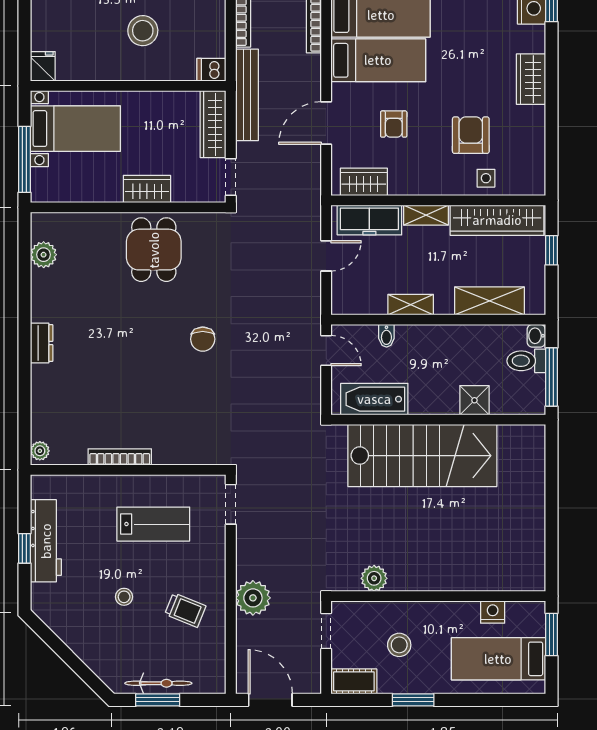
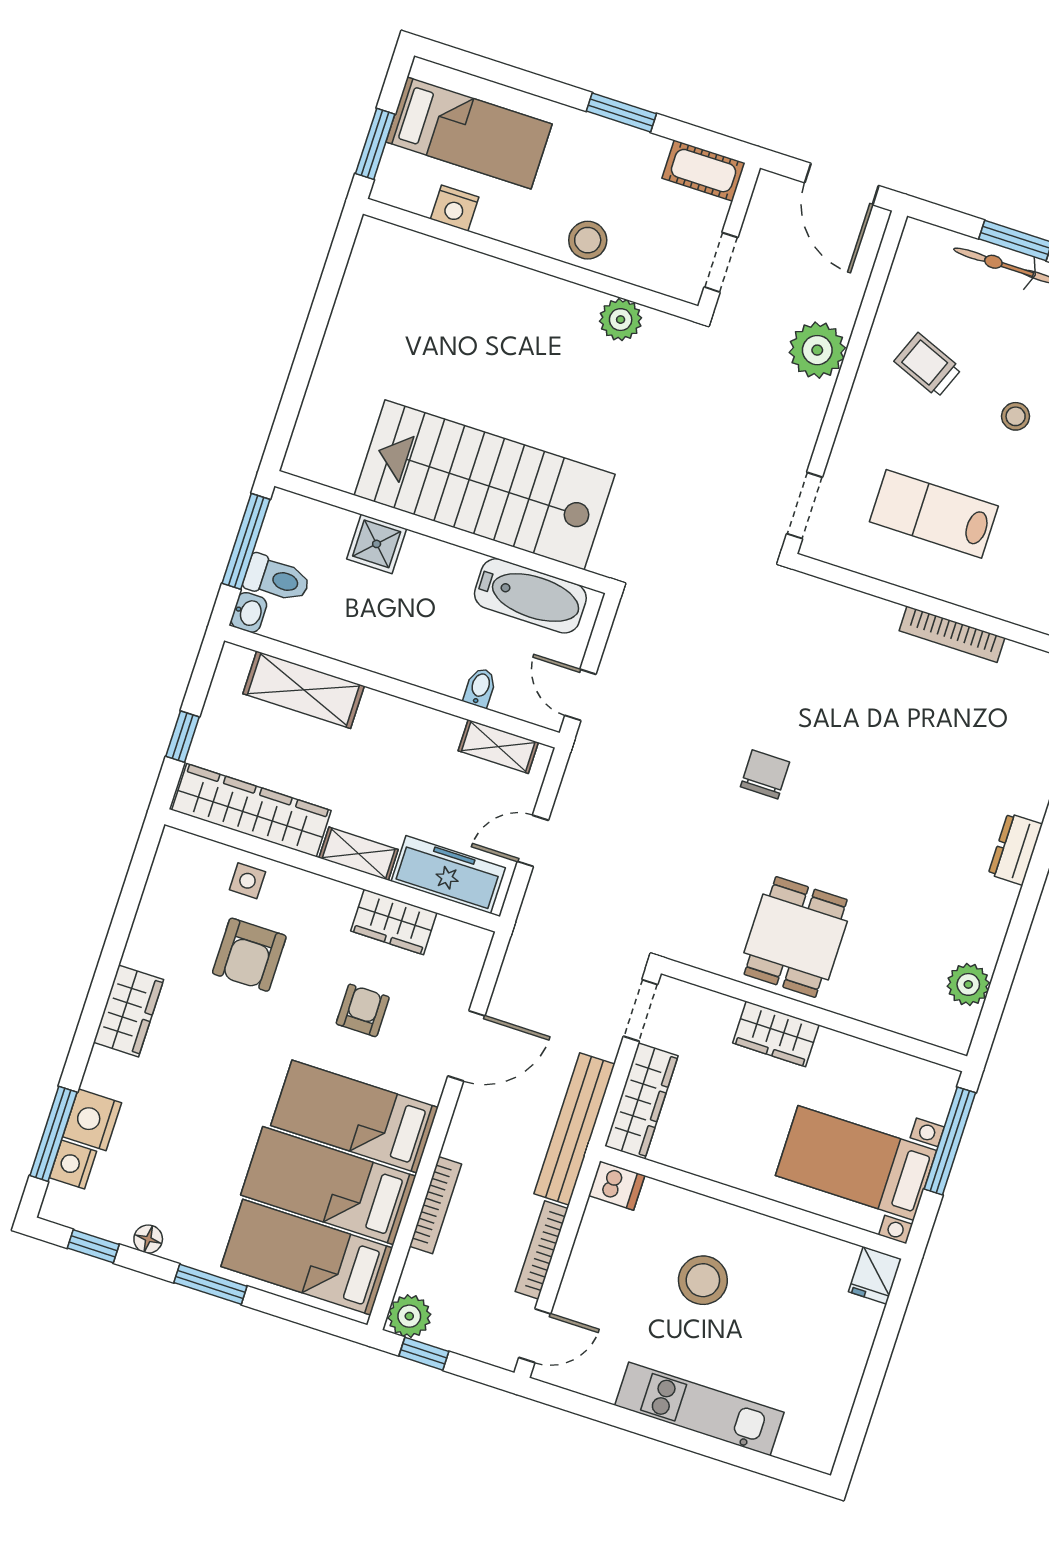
wardrobe: (364, 182) -> (394, 922), moved
shelving: (411, 305) -> (498, 747), moved
stool: (399, 645) -> (588, 240), moved

